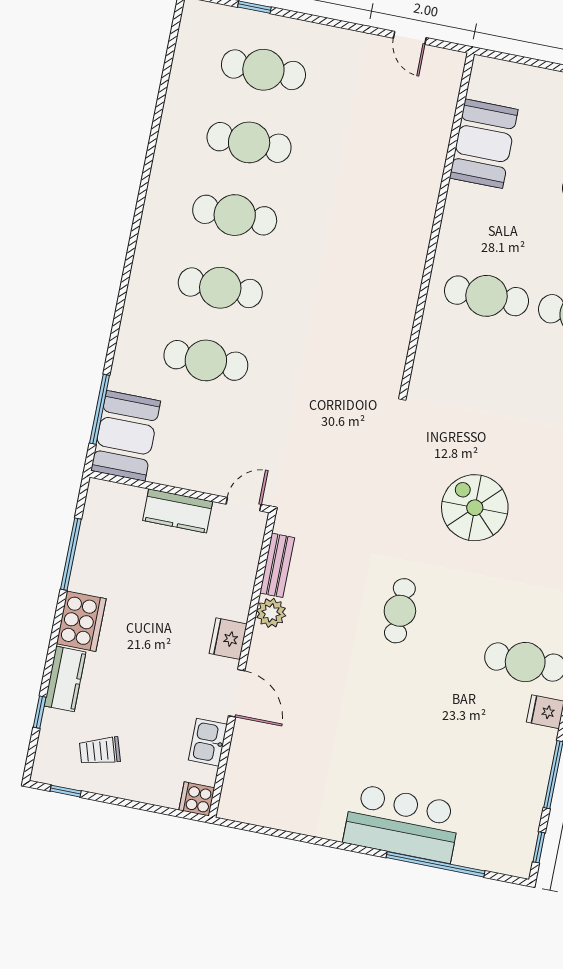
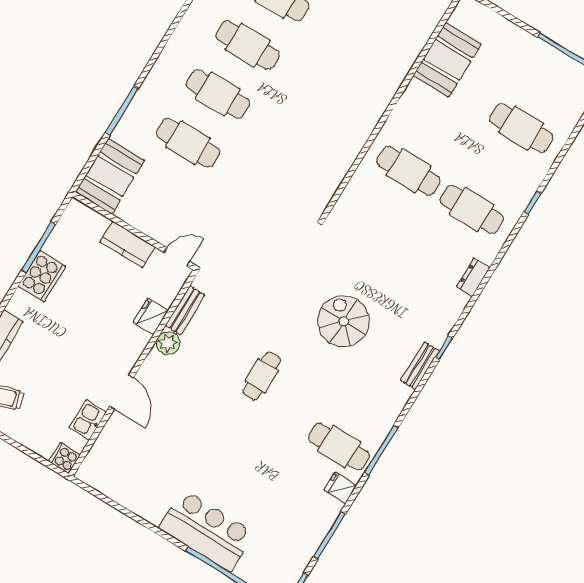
window: (100, 409) -> (122, 111), moved
cooker: (81, 621) -> (42, 276), moved
fridge: (228, 639) -> (151, 316), moved

